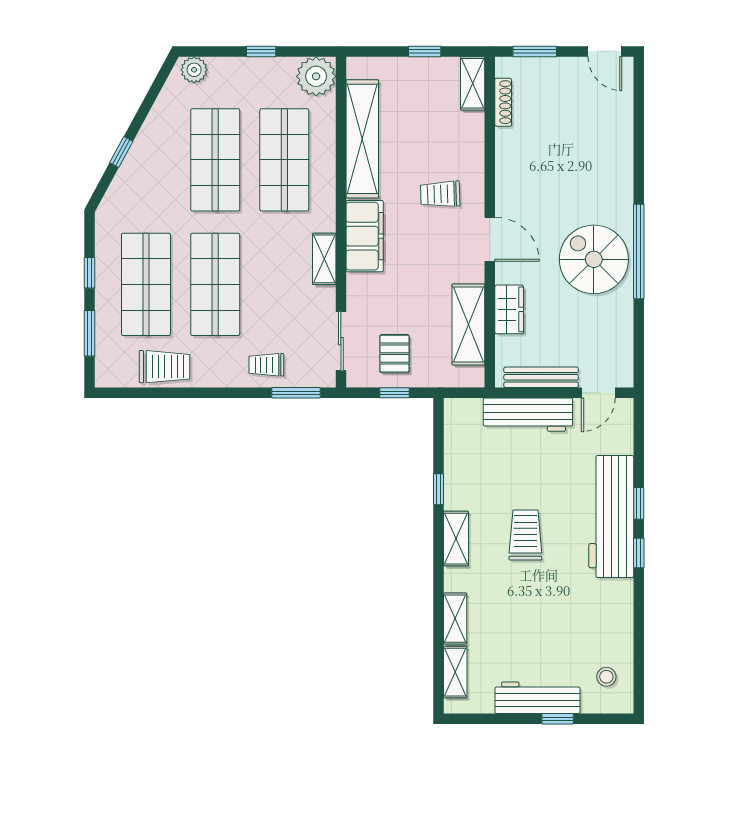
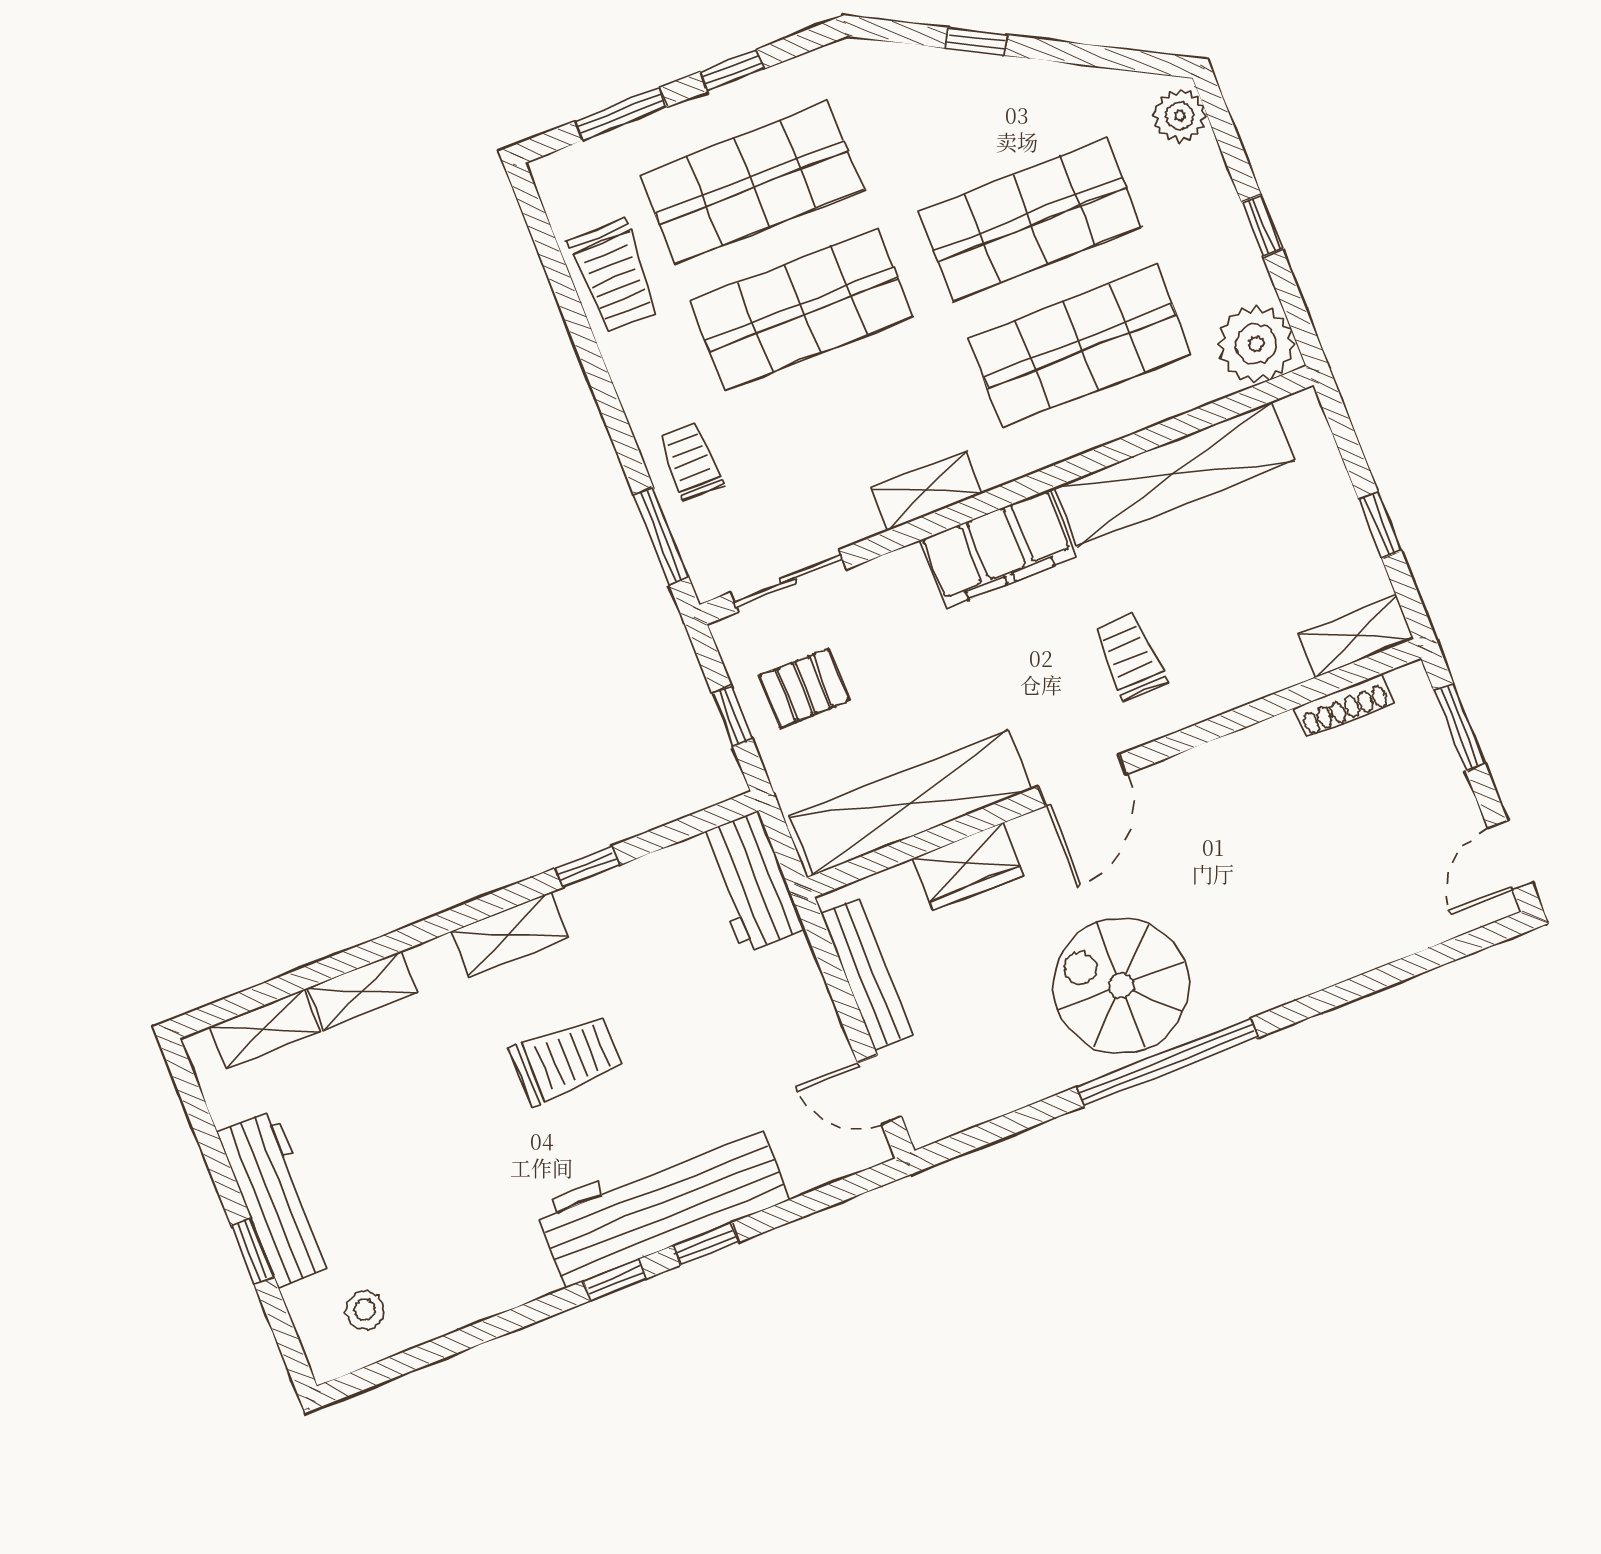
spiral stairs: (594, 259) -> (1121, 986), turned -90
shelving: (468, 324) -> (911, 803), width x1.47
workbench: (528, 415) -> (751, 882), moved, width x0.73

